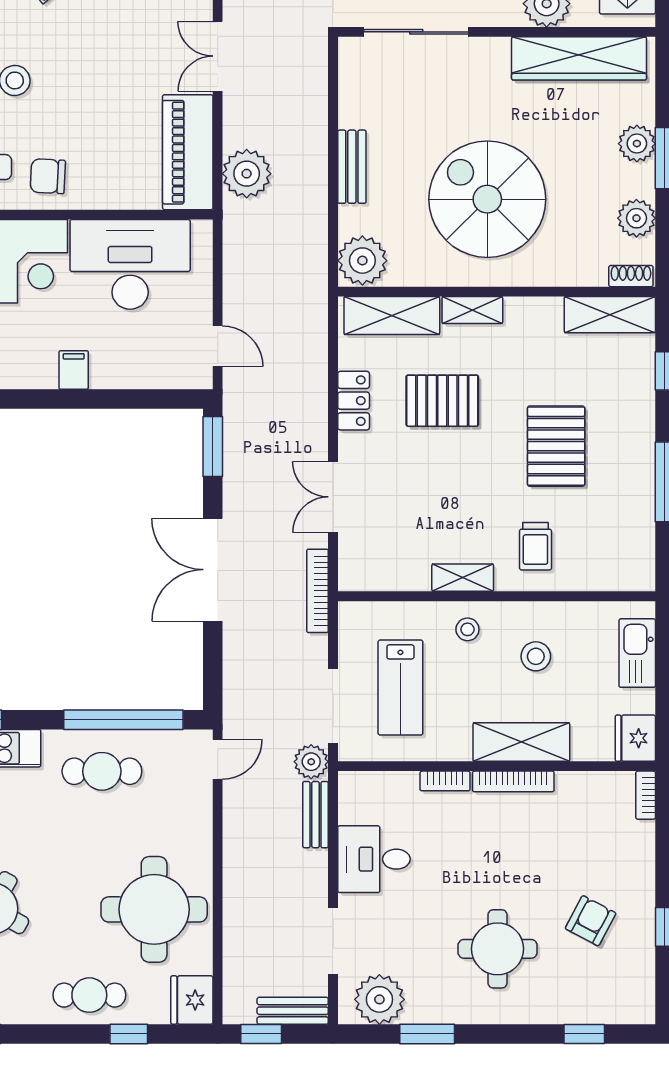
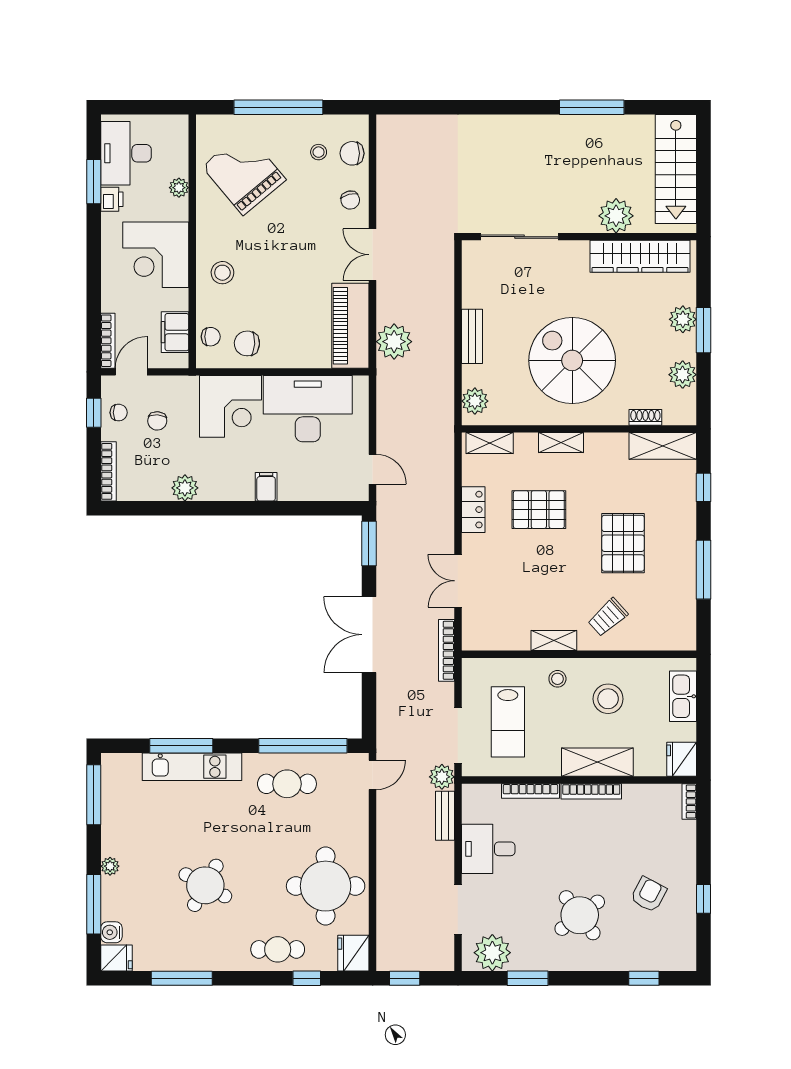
plant: (362, 261) -> (475, 401), width x0.73, depth x0.73
shoe rack: (631, 276) -> (645, 417), moved
shelving: (392, 315) -> (490, 443), width x0.67, depth x0.75
trolley: (535, 546) -> (608, 617), turned 48
stool: (536, 656) -> (608, 699), width x1.38, depth x1.38
bookcase: (445, 781) -> (530, 791), width x1.56
round table: (498, 949) -> (580, 915), turned -37
bench: (293, 1011) -> (428, 961), removed

